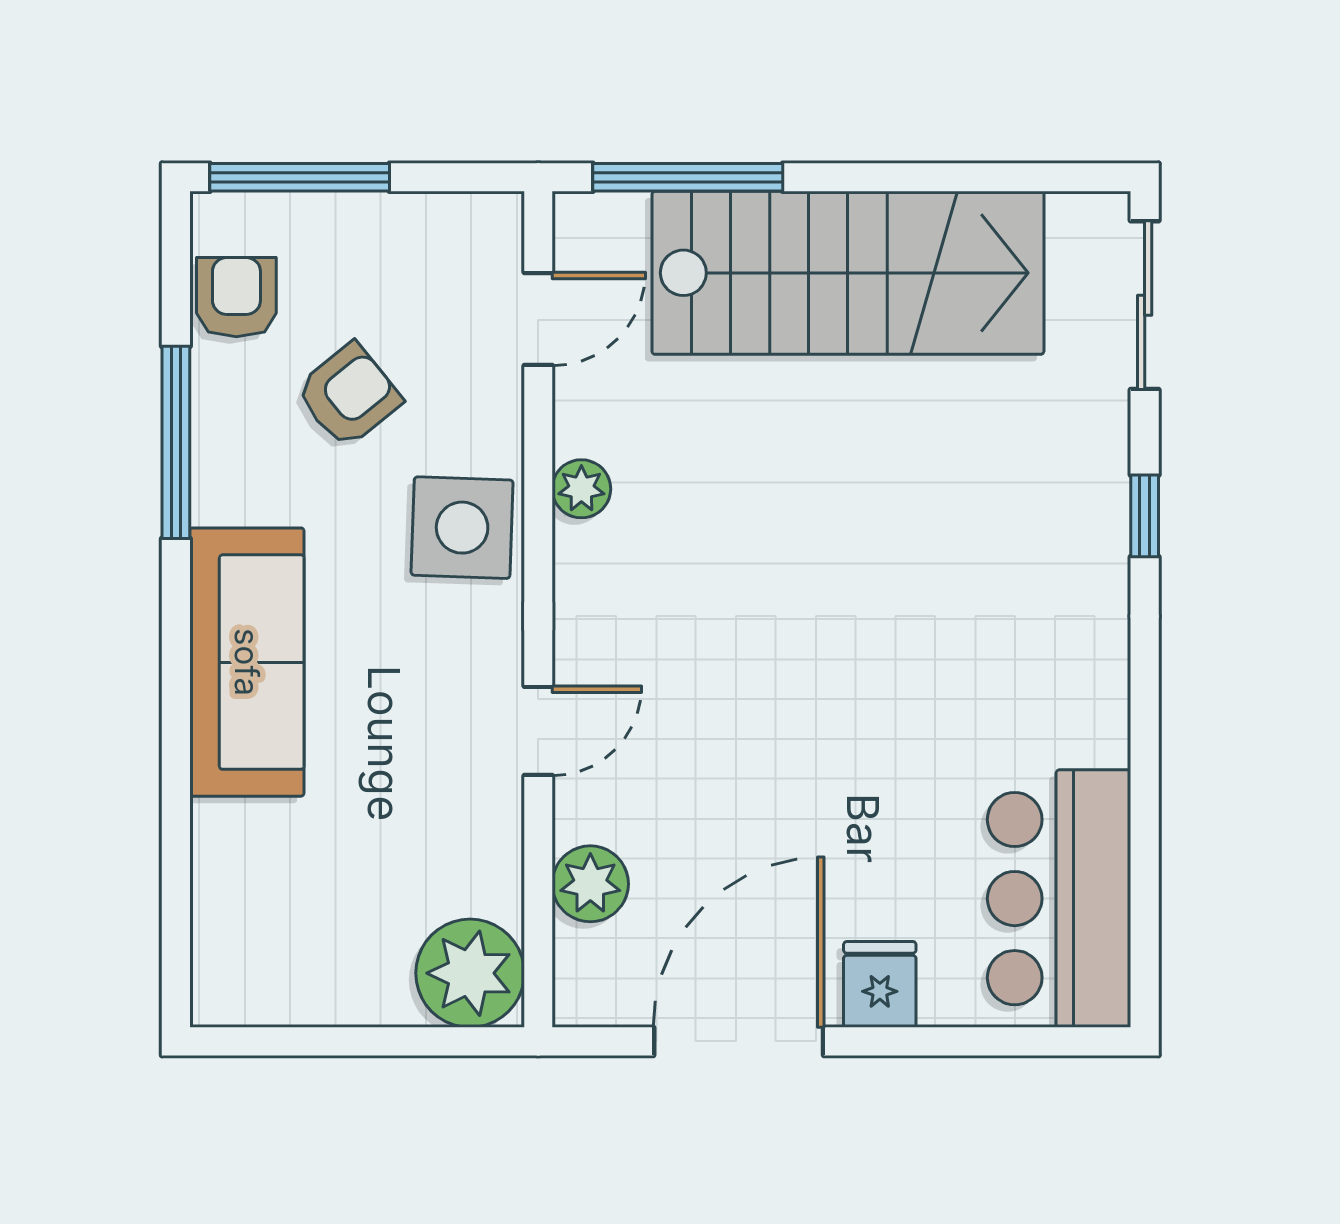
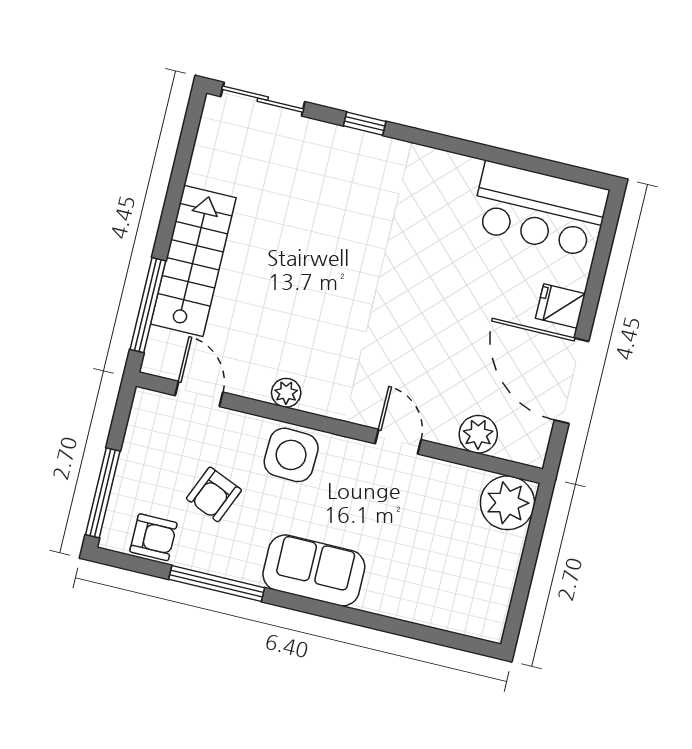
stairs: (848, 273) -> (193, 261), width x0.73, depth x0.66
armchair: (236, 297) -> (153, 537), turned 180
armchair: (349, 395) -> (214, 494), turned -118
sofa: (247, 662) -> (314, 570), width x0.73

